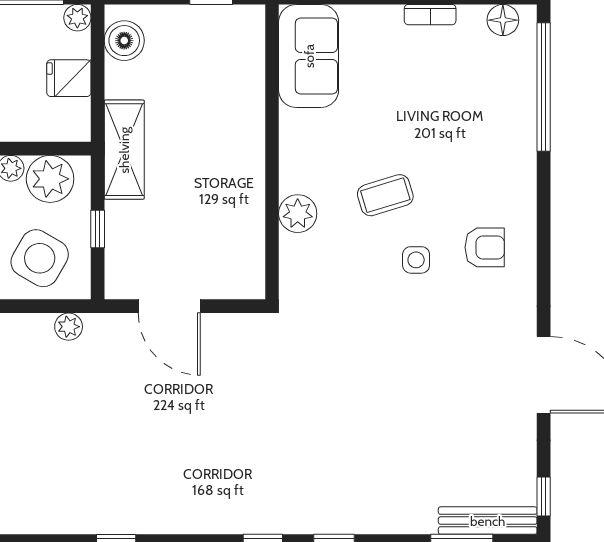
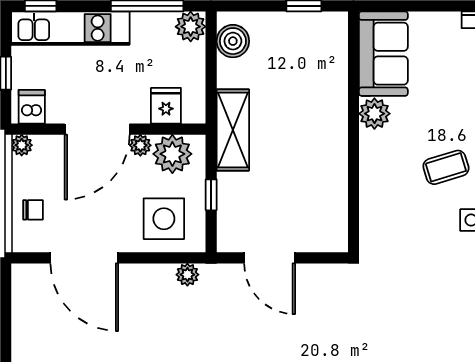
plant: (77, 18) -> (191, 27), width x1.38, depth x1.38
fridge: (69, 78) -> (166, 106), moved, turned 90
plant: (298, 214) -> (374, 114), moved
side table: (40, 258) -> (164, 219), turned -30

